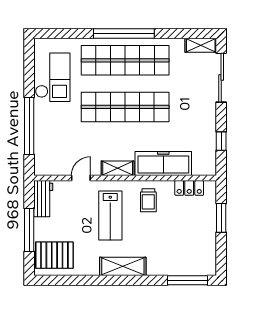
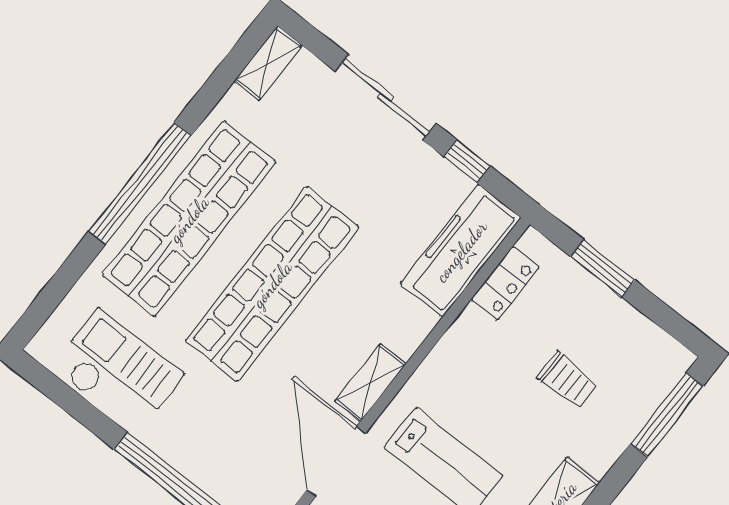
sliding door: (221, 78) -> (386, 97), moved
freezer: (163, 164) -> (461, 251), moved
door: (81, 178) -> (336, 461), width x1.88
trolley: (148, 200) -> (568, 380), moved

